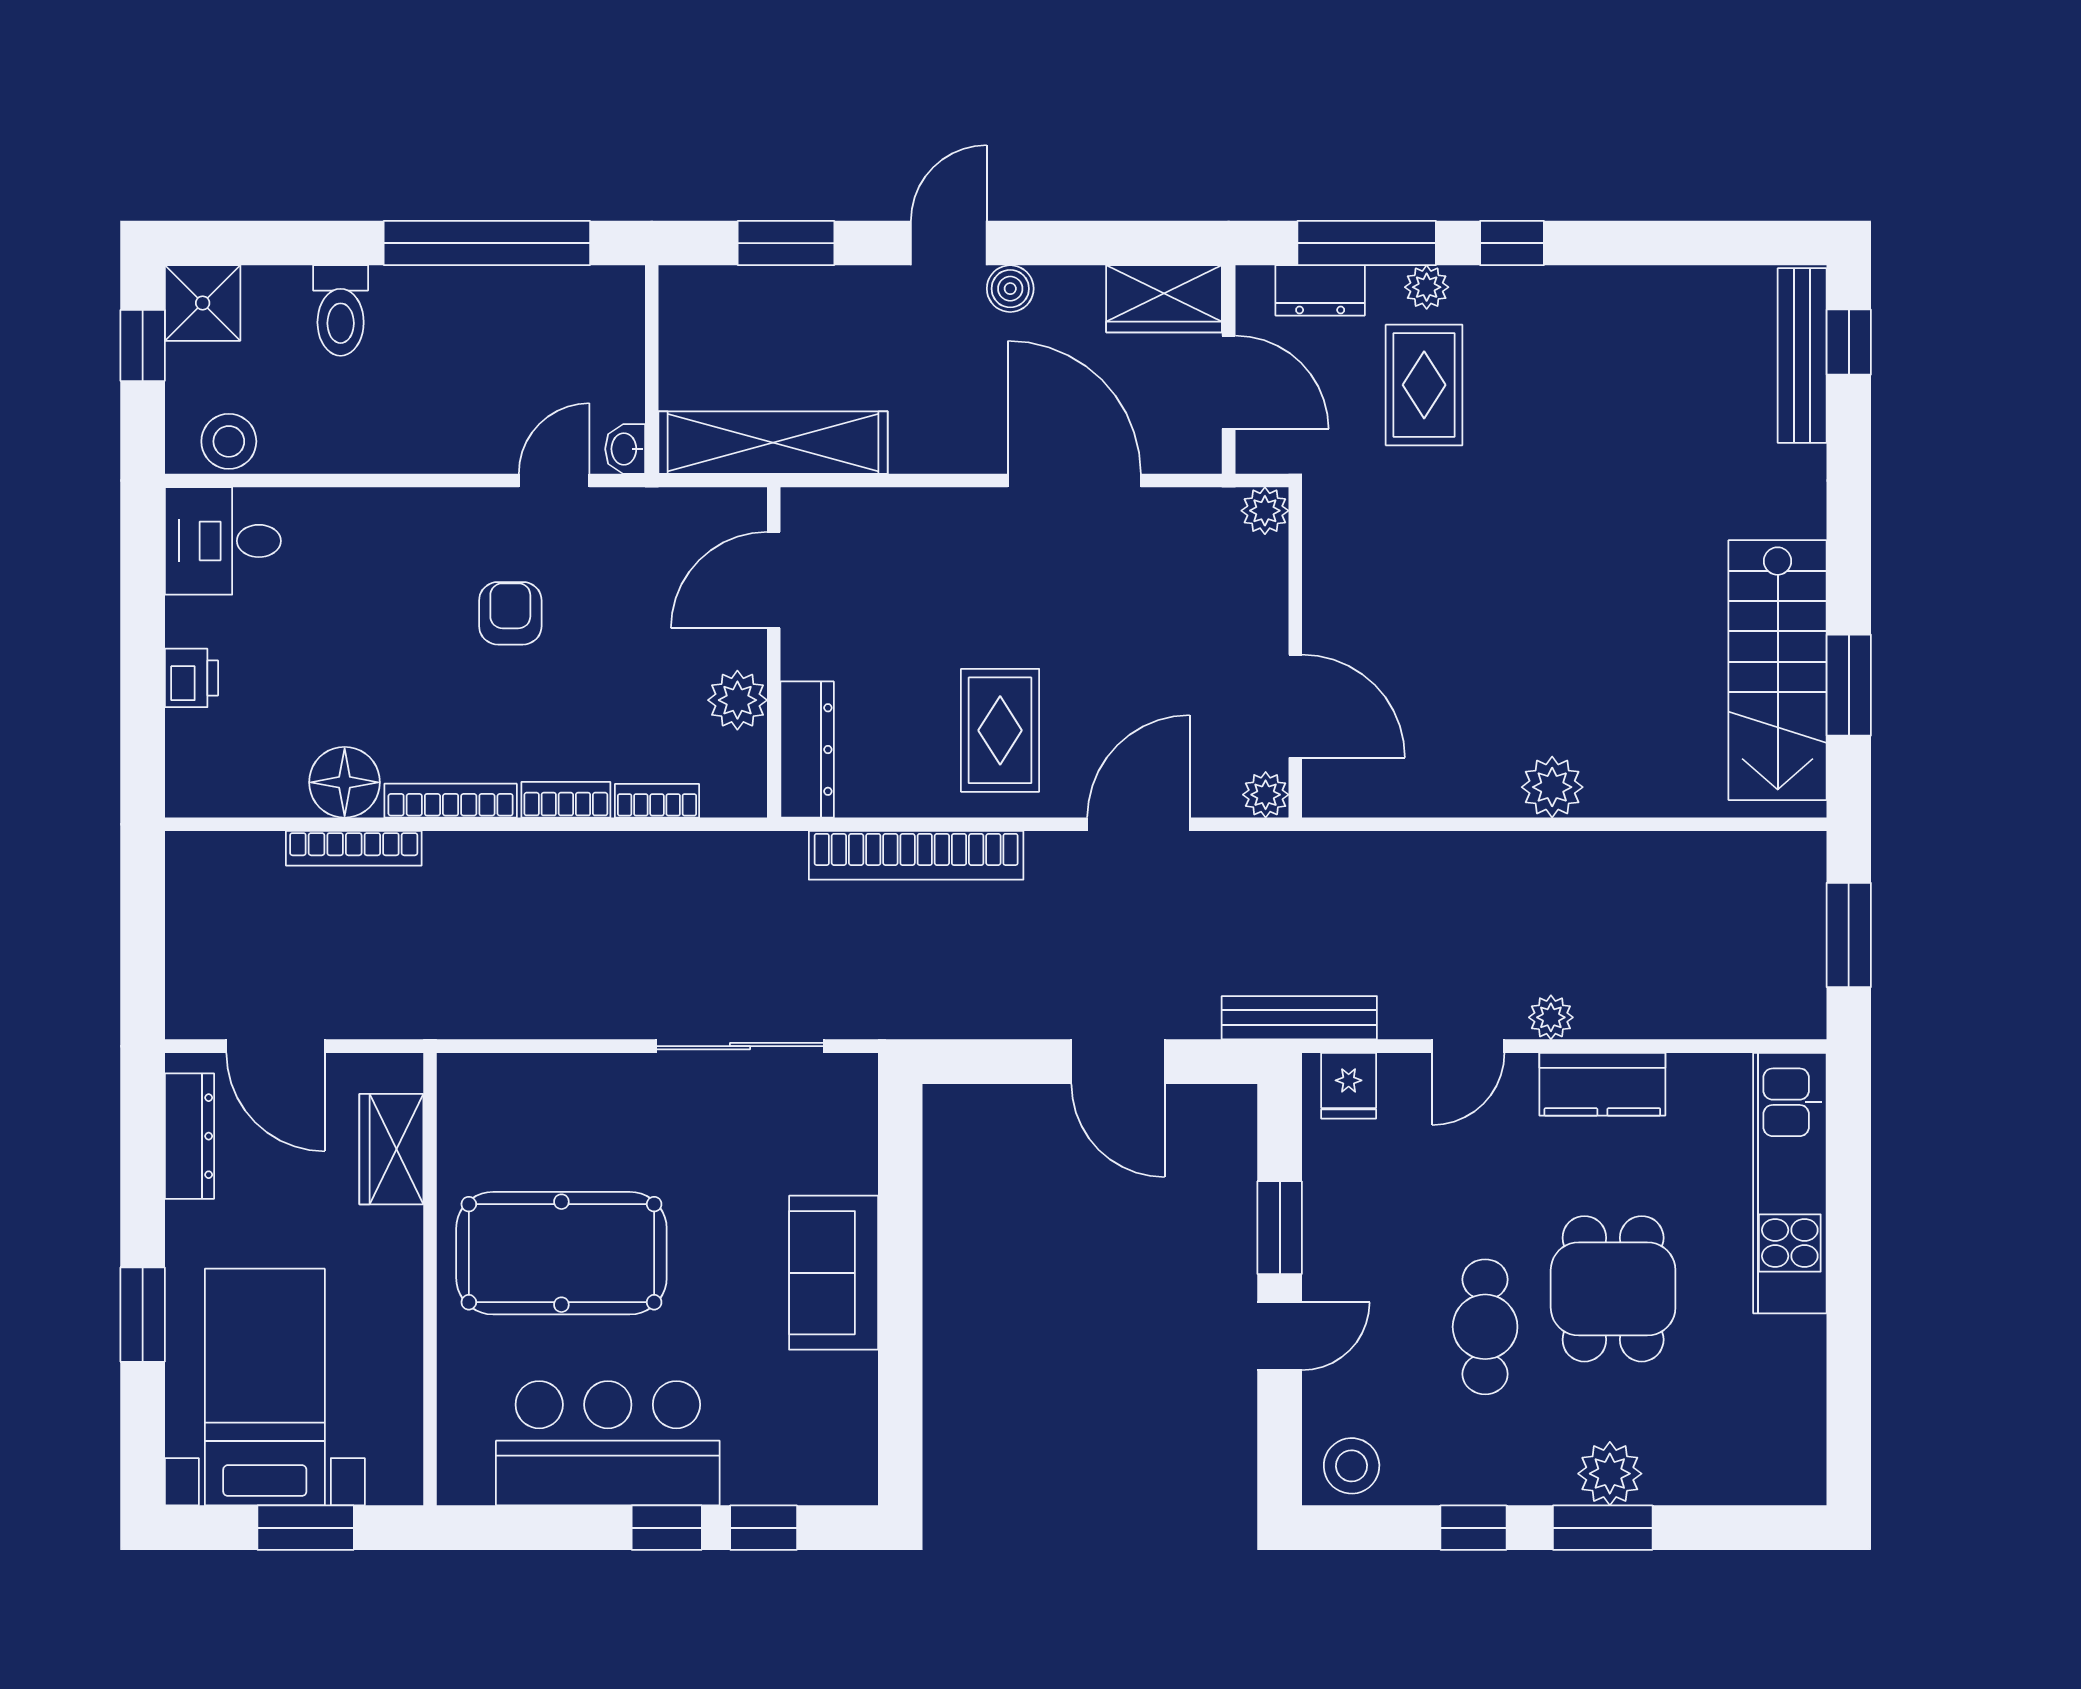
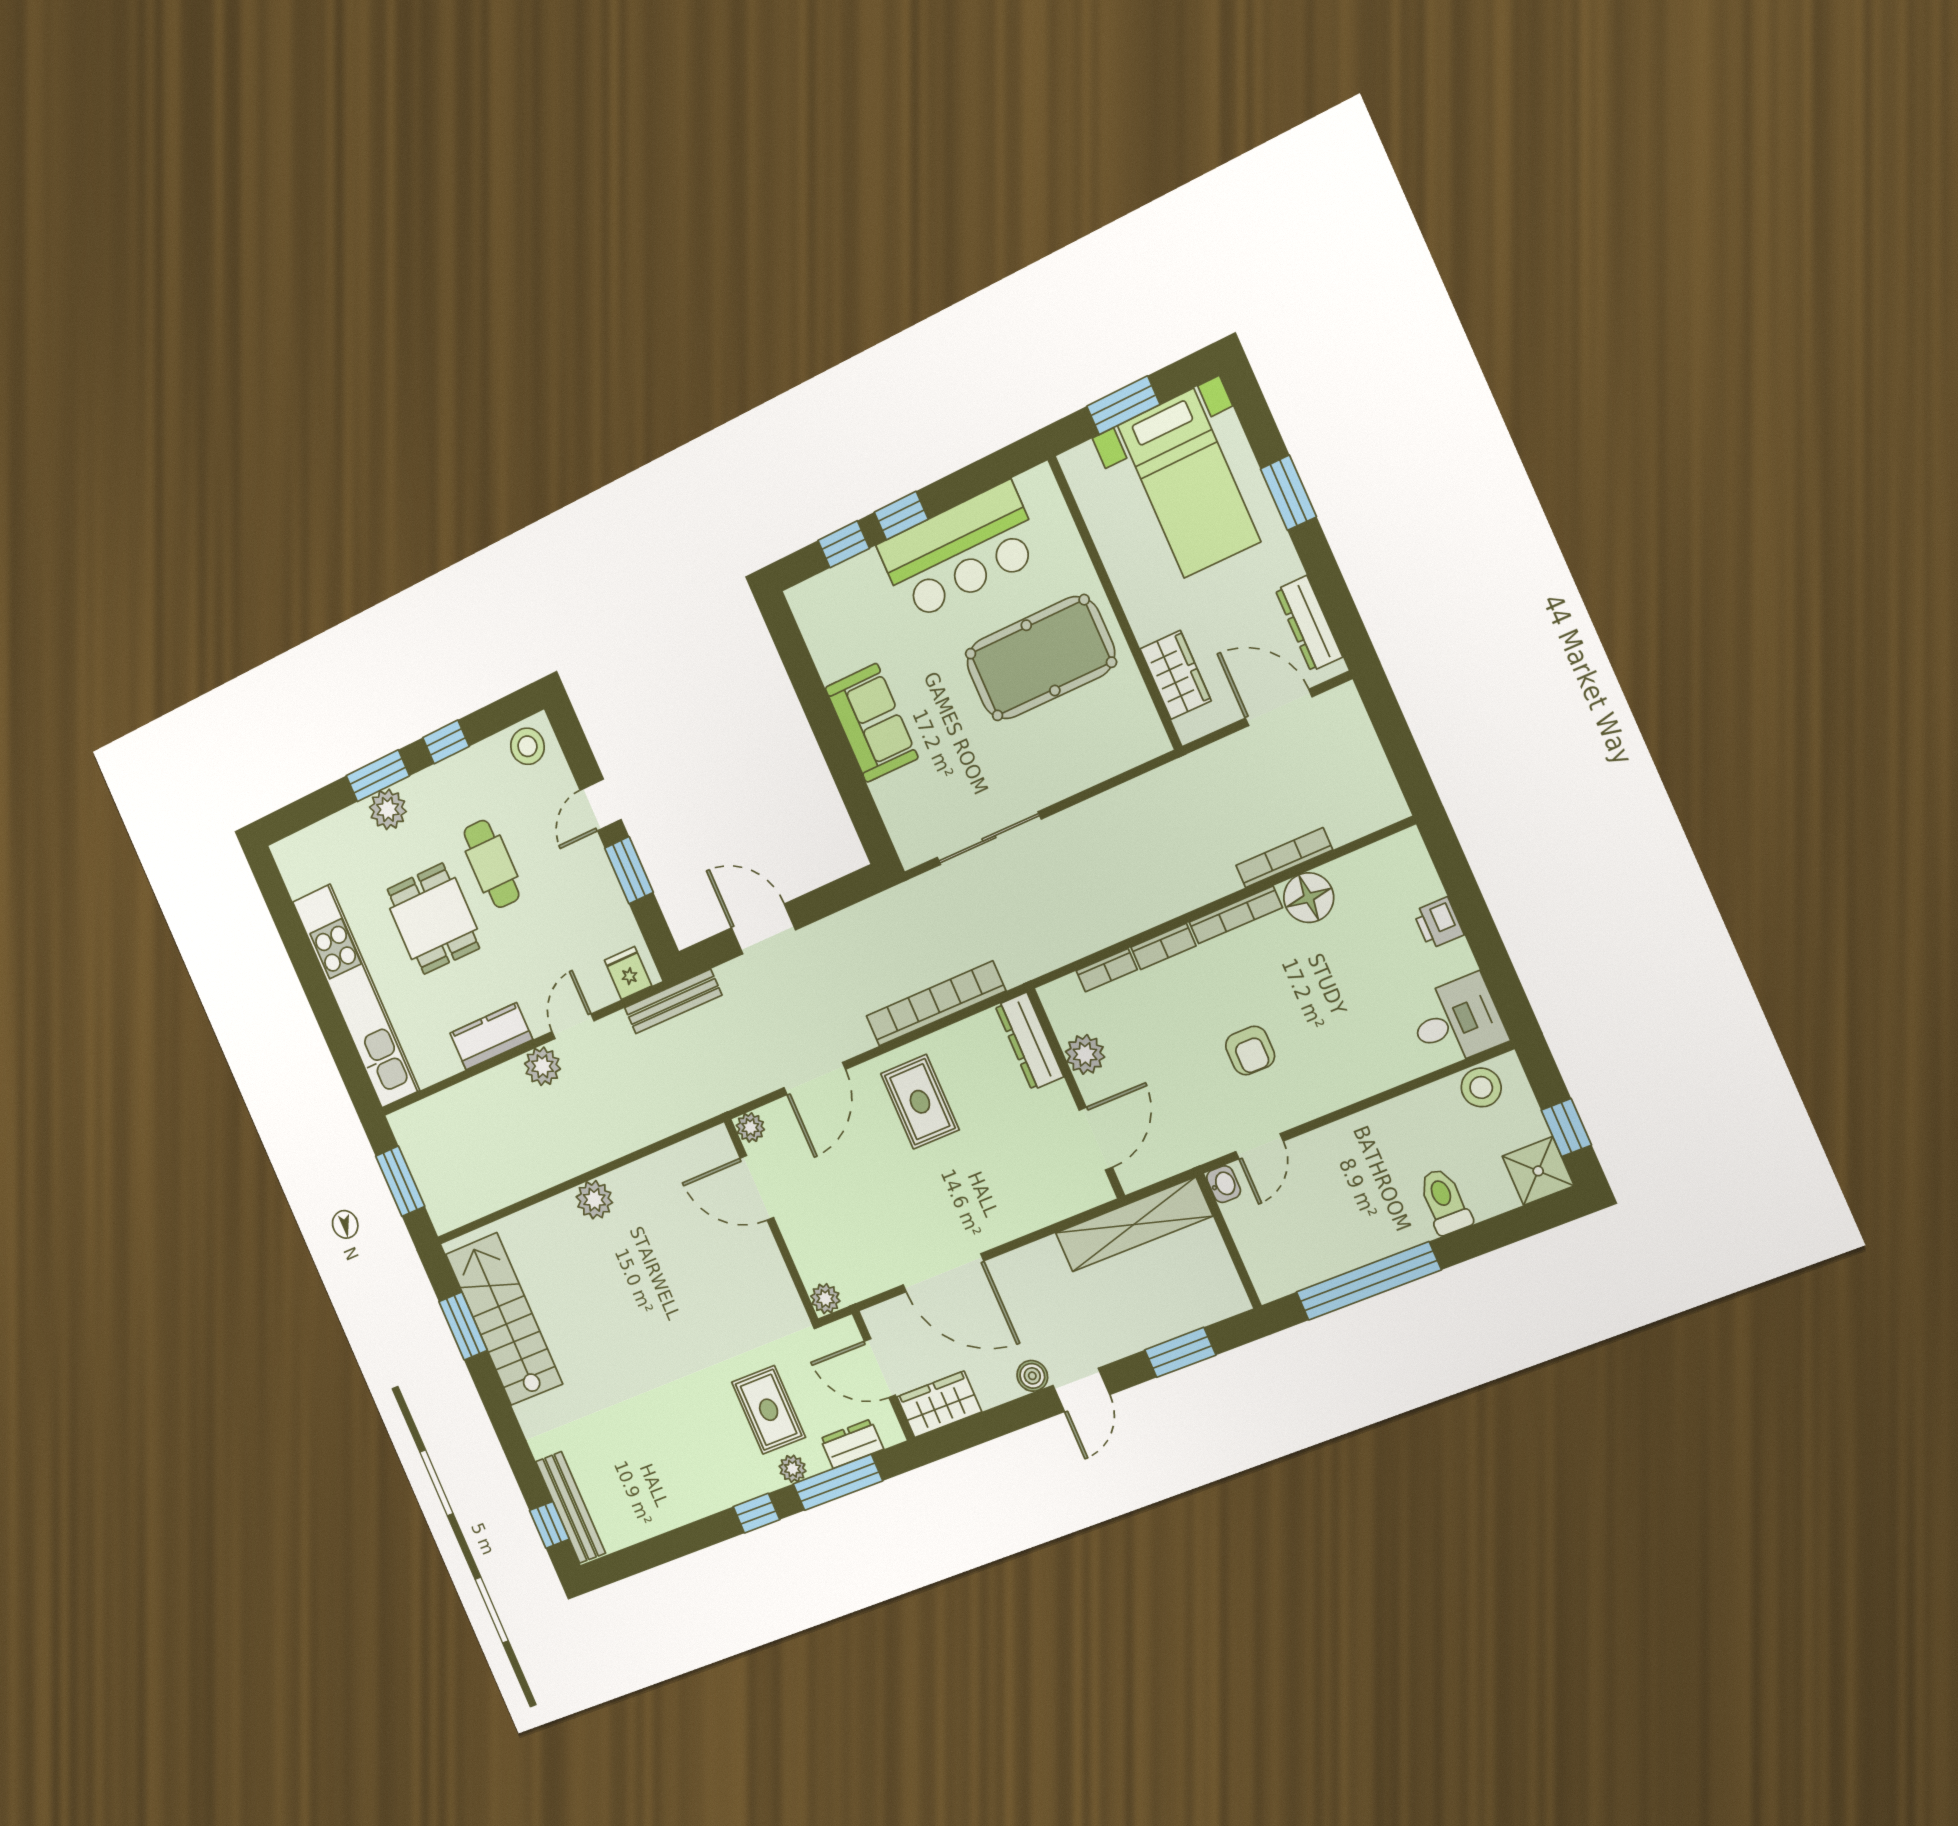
plant: (1551, 1017) -> (542, 1066), width x1.38, depth x1.38
kitchen unit: (1790, 1183) -> (356, 996), width x1.36

